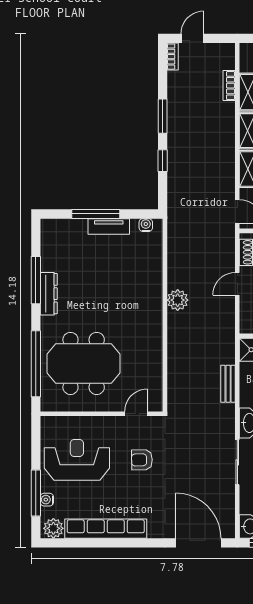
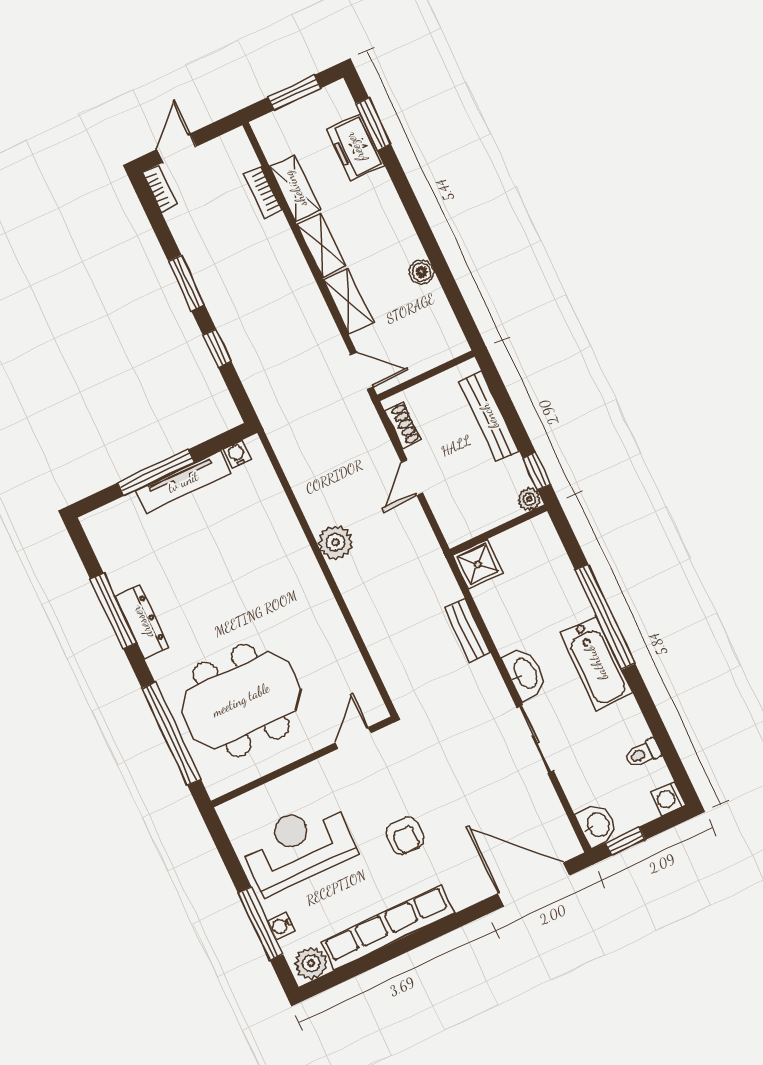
tv unit: (109, 226) -> (183, 482), width x1.41
armchair: (142, 460) -> (405, 836), moved, turned -88

